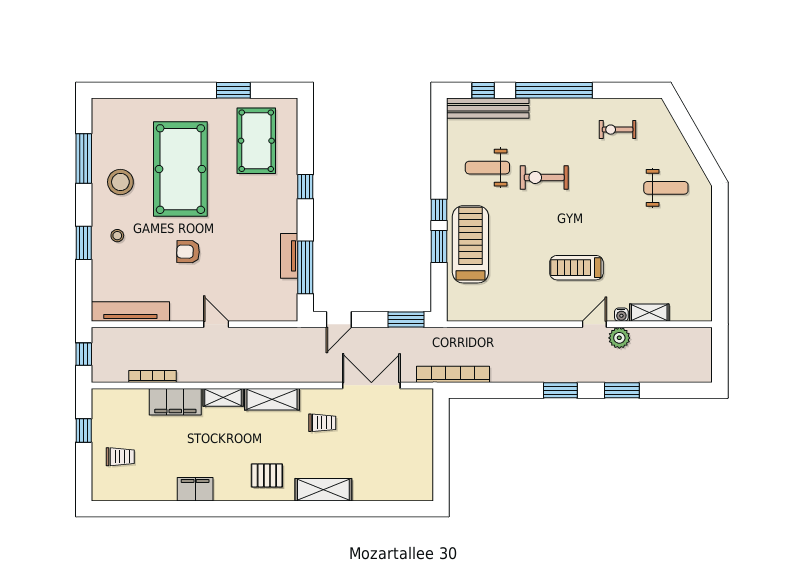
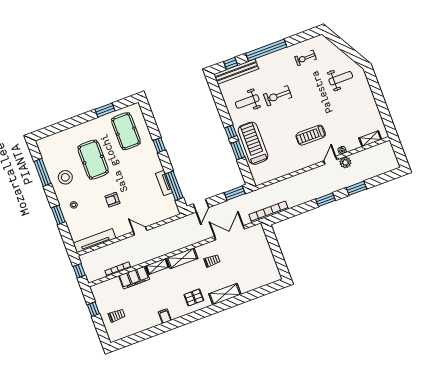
pool table: (180, 169) -> (93, 160), width x0.73, depth x0.76
shelving: (649, 313) -> (370, 139), moved
filing cabinet: (195, 489) -> (165, 316), width x0.50

